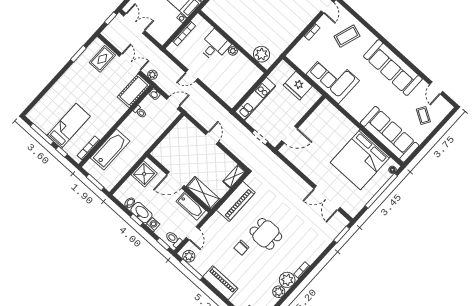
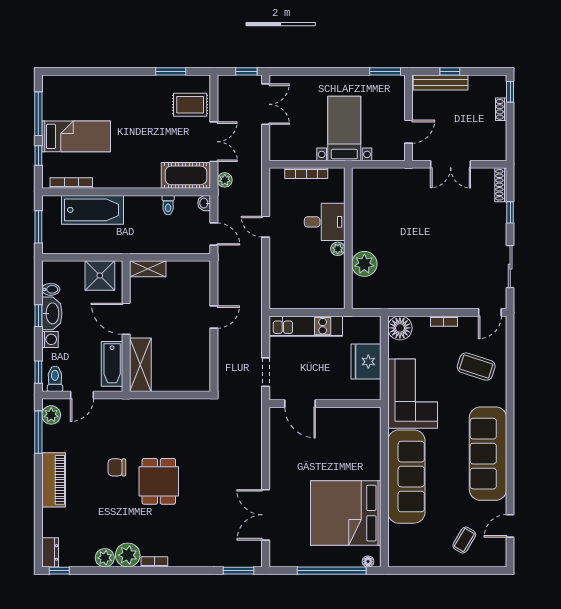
plant: (261, 54) -> (364, 264), moved
floor lamp: (296, 55) -> (400, 328), added
sofa: (390, 134) -> (406, 477), moved
shelving: (234, 176) -> (148, 269), moved
piano: (236, 201) -> (165, 412), removed

